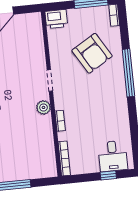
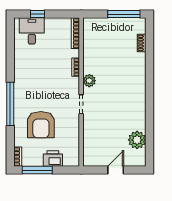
printer: (56, 19) -> (53, 159), moved
armchair: (92, 53) -> (41, 125), turned -149

